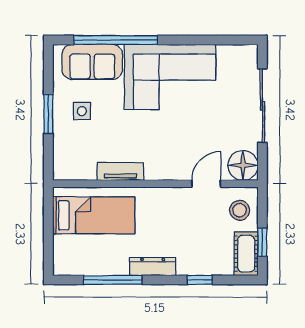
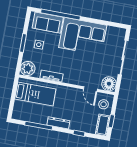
plant: (68, 165) -> (28, 69), added
door: (206, 184) -> (90, 89), swing flipped

